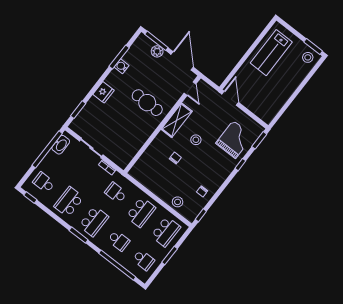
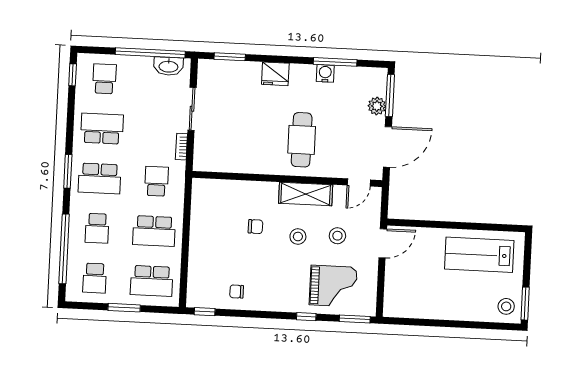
stool: (178, 202) -> (337, 236), moved

